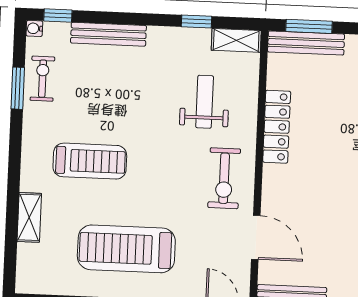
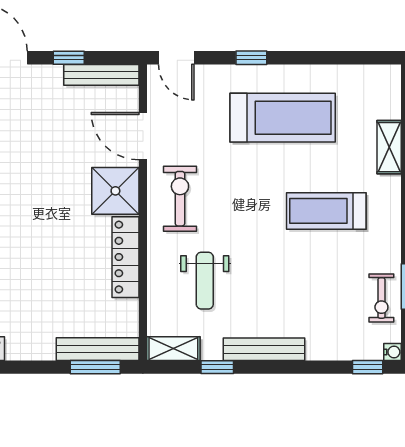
bench: (108, 34) -> (264, 349), moved
shower: (283, 188) -> (115, 191), added

